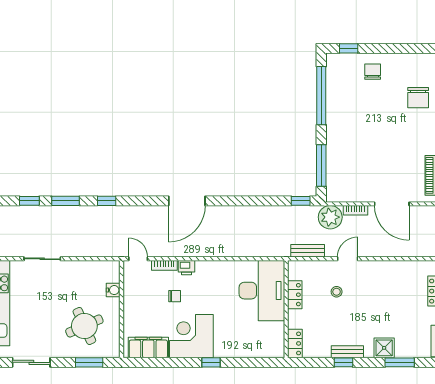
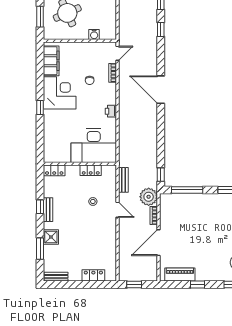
printer: (186, 268) -> (111, 111), moved

